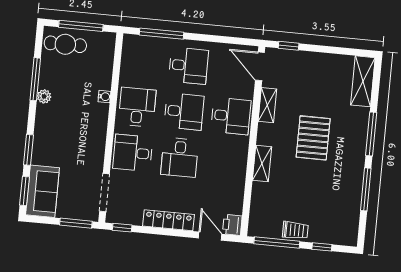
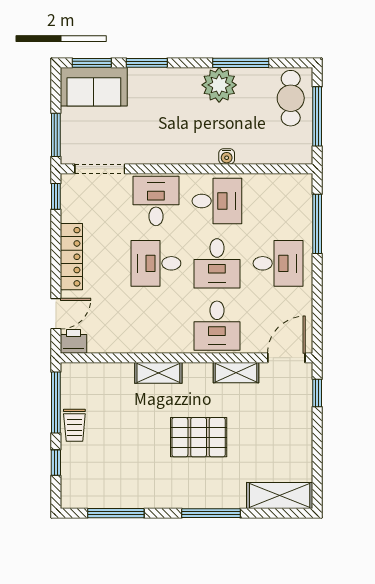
desk: (188, 66) -> (278, 263), turned -90
plant: (44, 96) -> (219, 85), width x1.88, depth x1.88
window: (366, 189) -> (116, 513), moved

